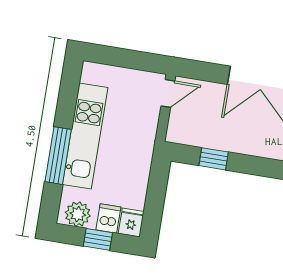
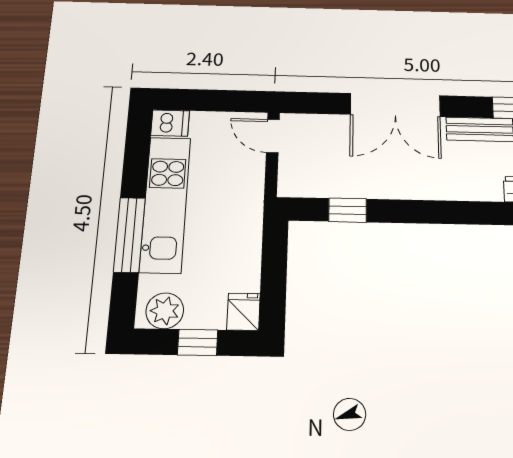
door: (168, 93) -> (273, 136), swing flipped
dishwasher: (108, 218) -> (170, 123), moved, turned 90

